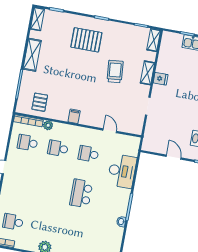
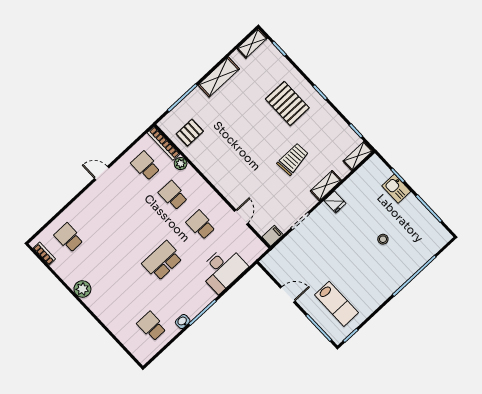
filing cabinet: (74, 116) -> (273, 236), moved
door: (174, 157) -> (288, 294), hinge flipped
school desk: (104, 239) -> (152, 326), added

